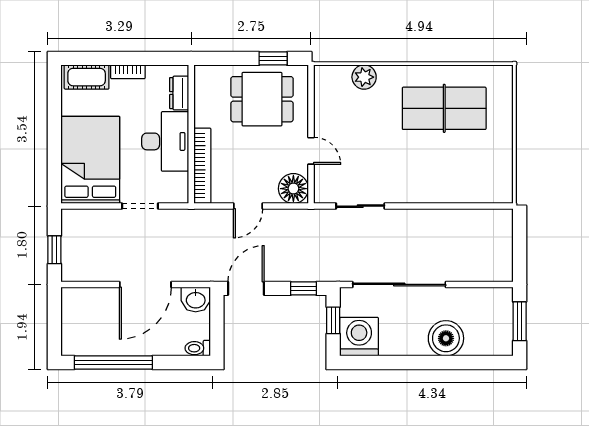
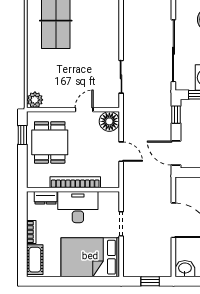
plant: (364, 77) -> (35, 100), moved
bookcase: (202, 166) -> (75, 182), moved
washbasin: (196, 299) -> (185, 269), moved, turned -90

